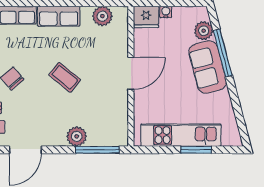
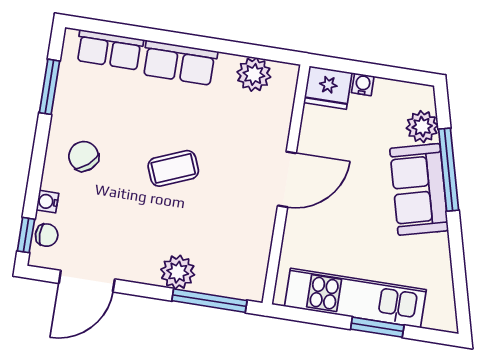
coffee table: (65, 77) -> (173, 168), turned -61

